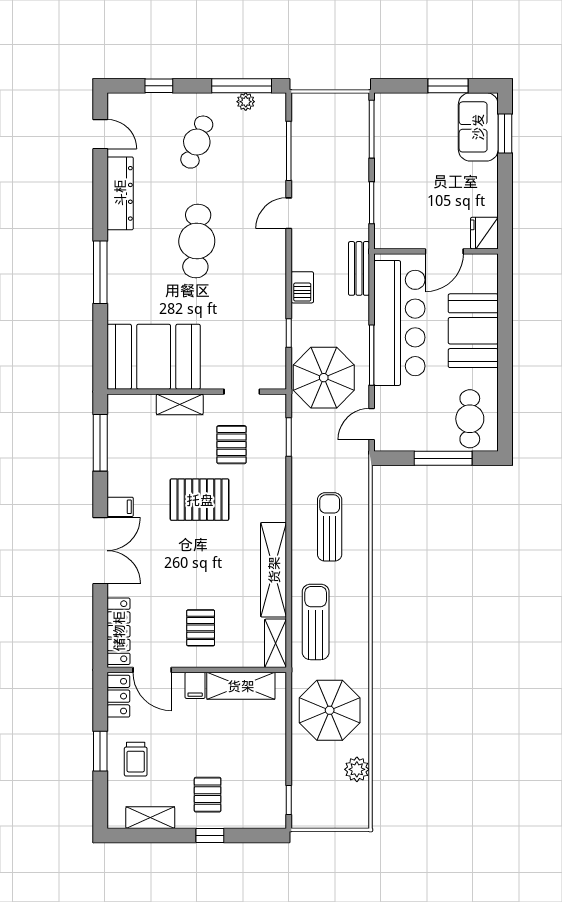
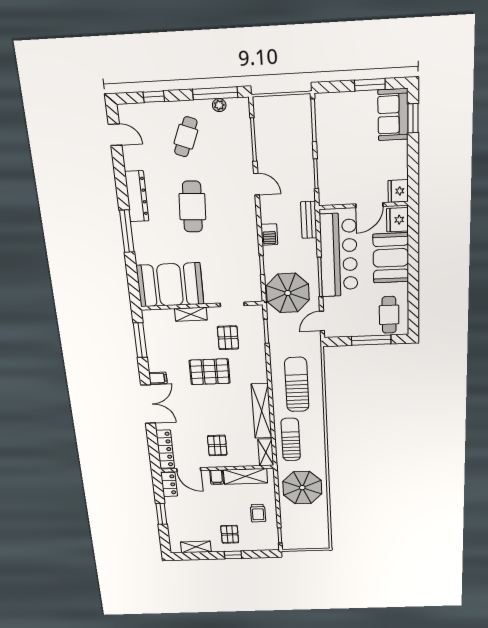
dresser: (120, 193) -> (137, 196), moved
door: (289, 213) -> (256, 184), swing flipped
fridge: (483, 275) -> (397, 220), added
sun lounger: (330, 527) -> (297, 385), width x1.36, depth x1.34
trolley: (136, 759) -> (258, 513), moved
plant: (357, 769) -> (321, 518), removed

